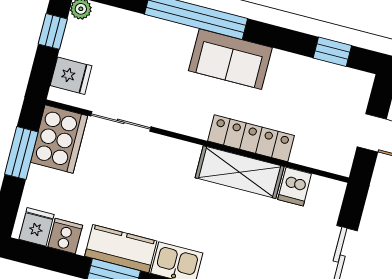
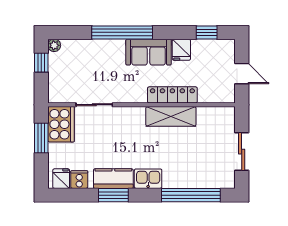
fridge: (71, 76) -> (181, 50), moved, turned 90
dishwasher: (295, 187) -> (205, 116), removed

